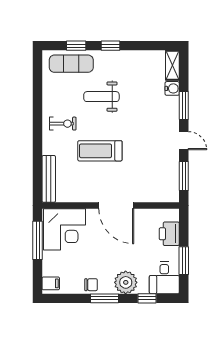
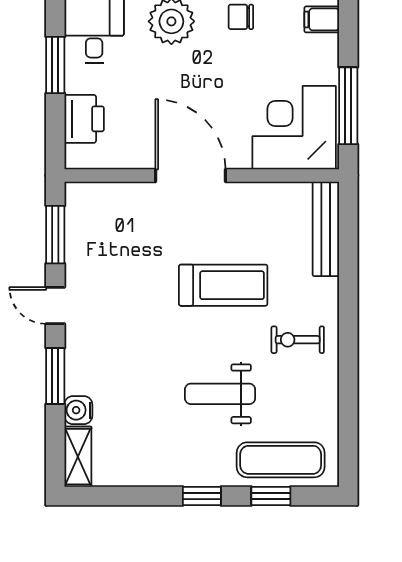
weight bench: (101, 97) -> (220, 394), turned 180

